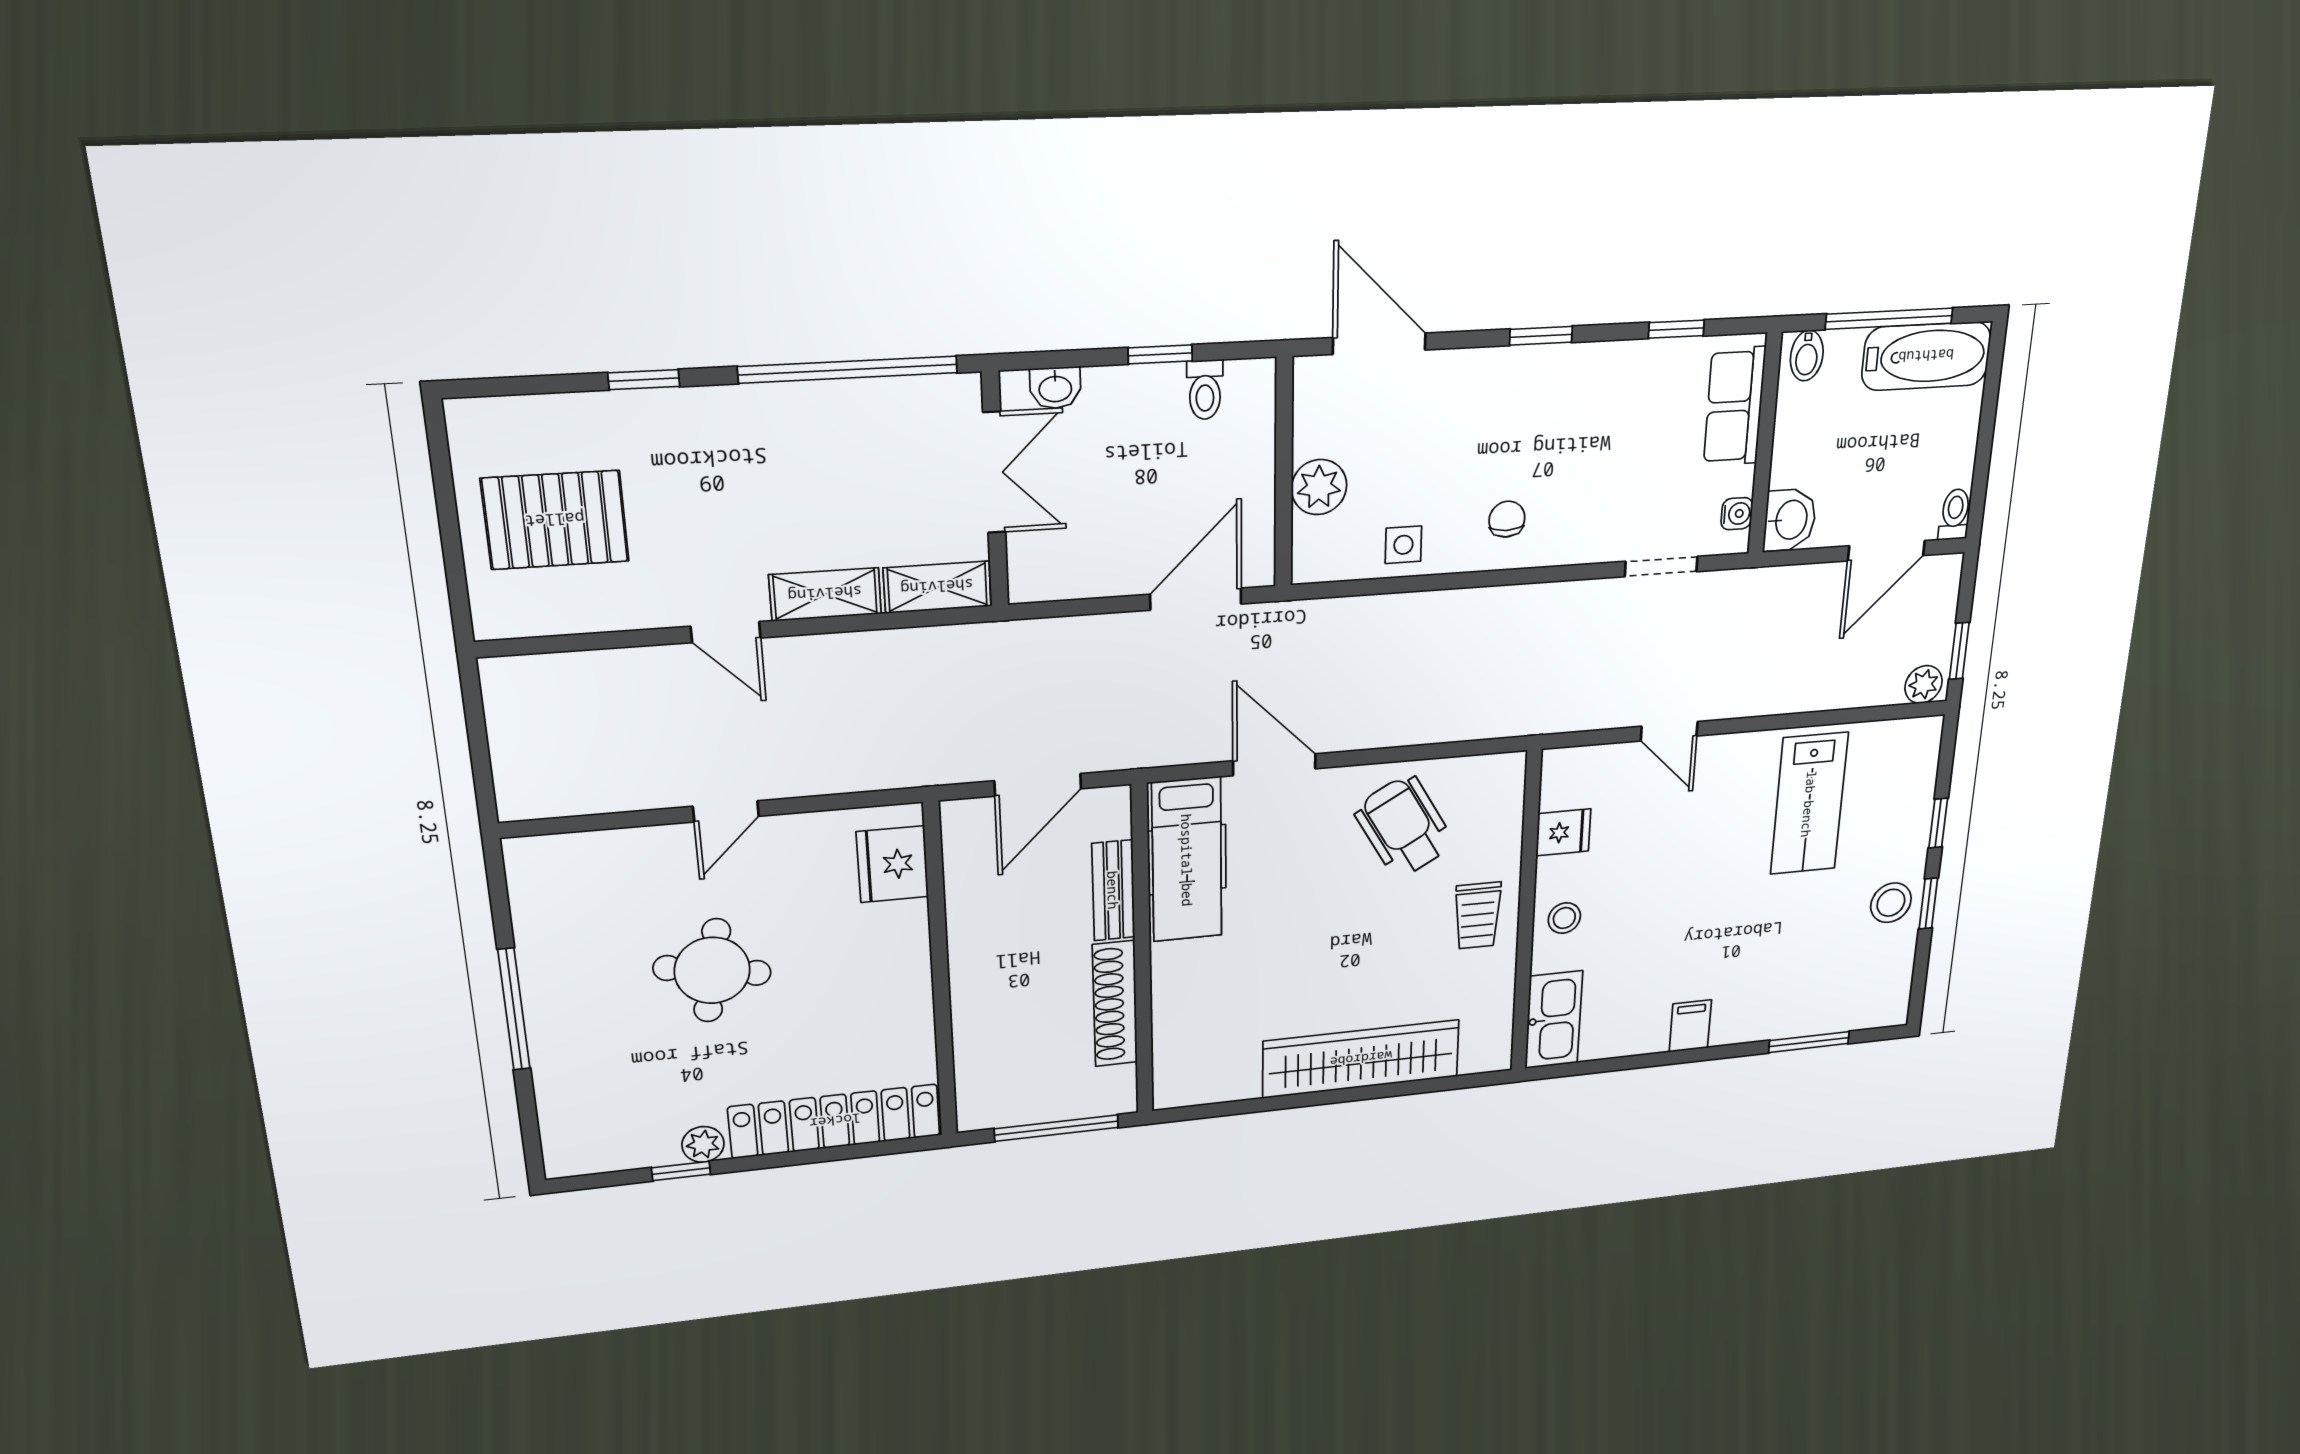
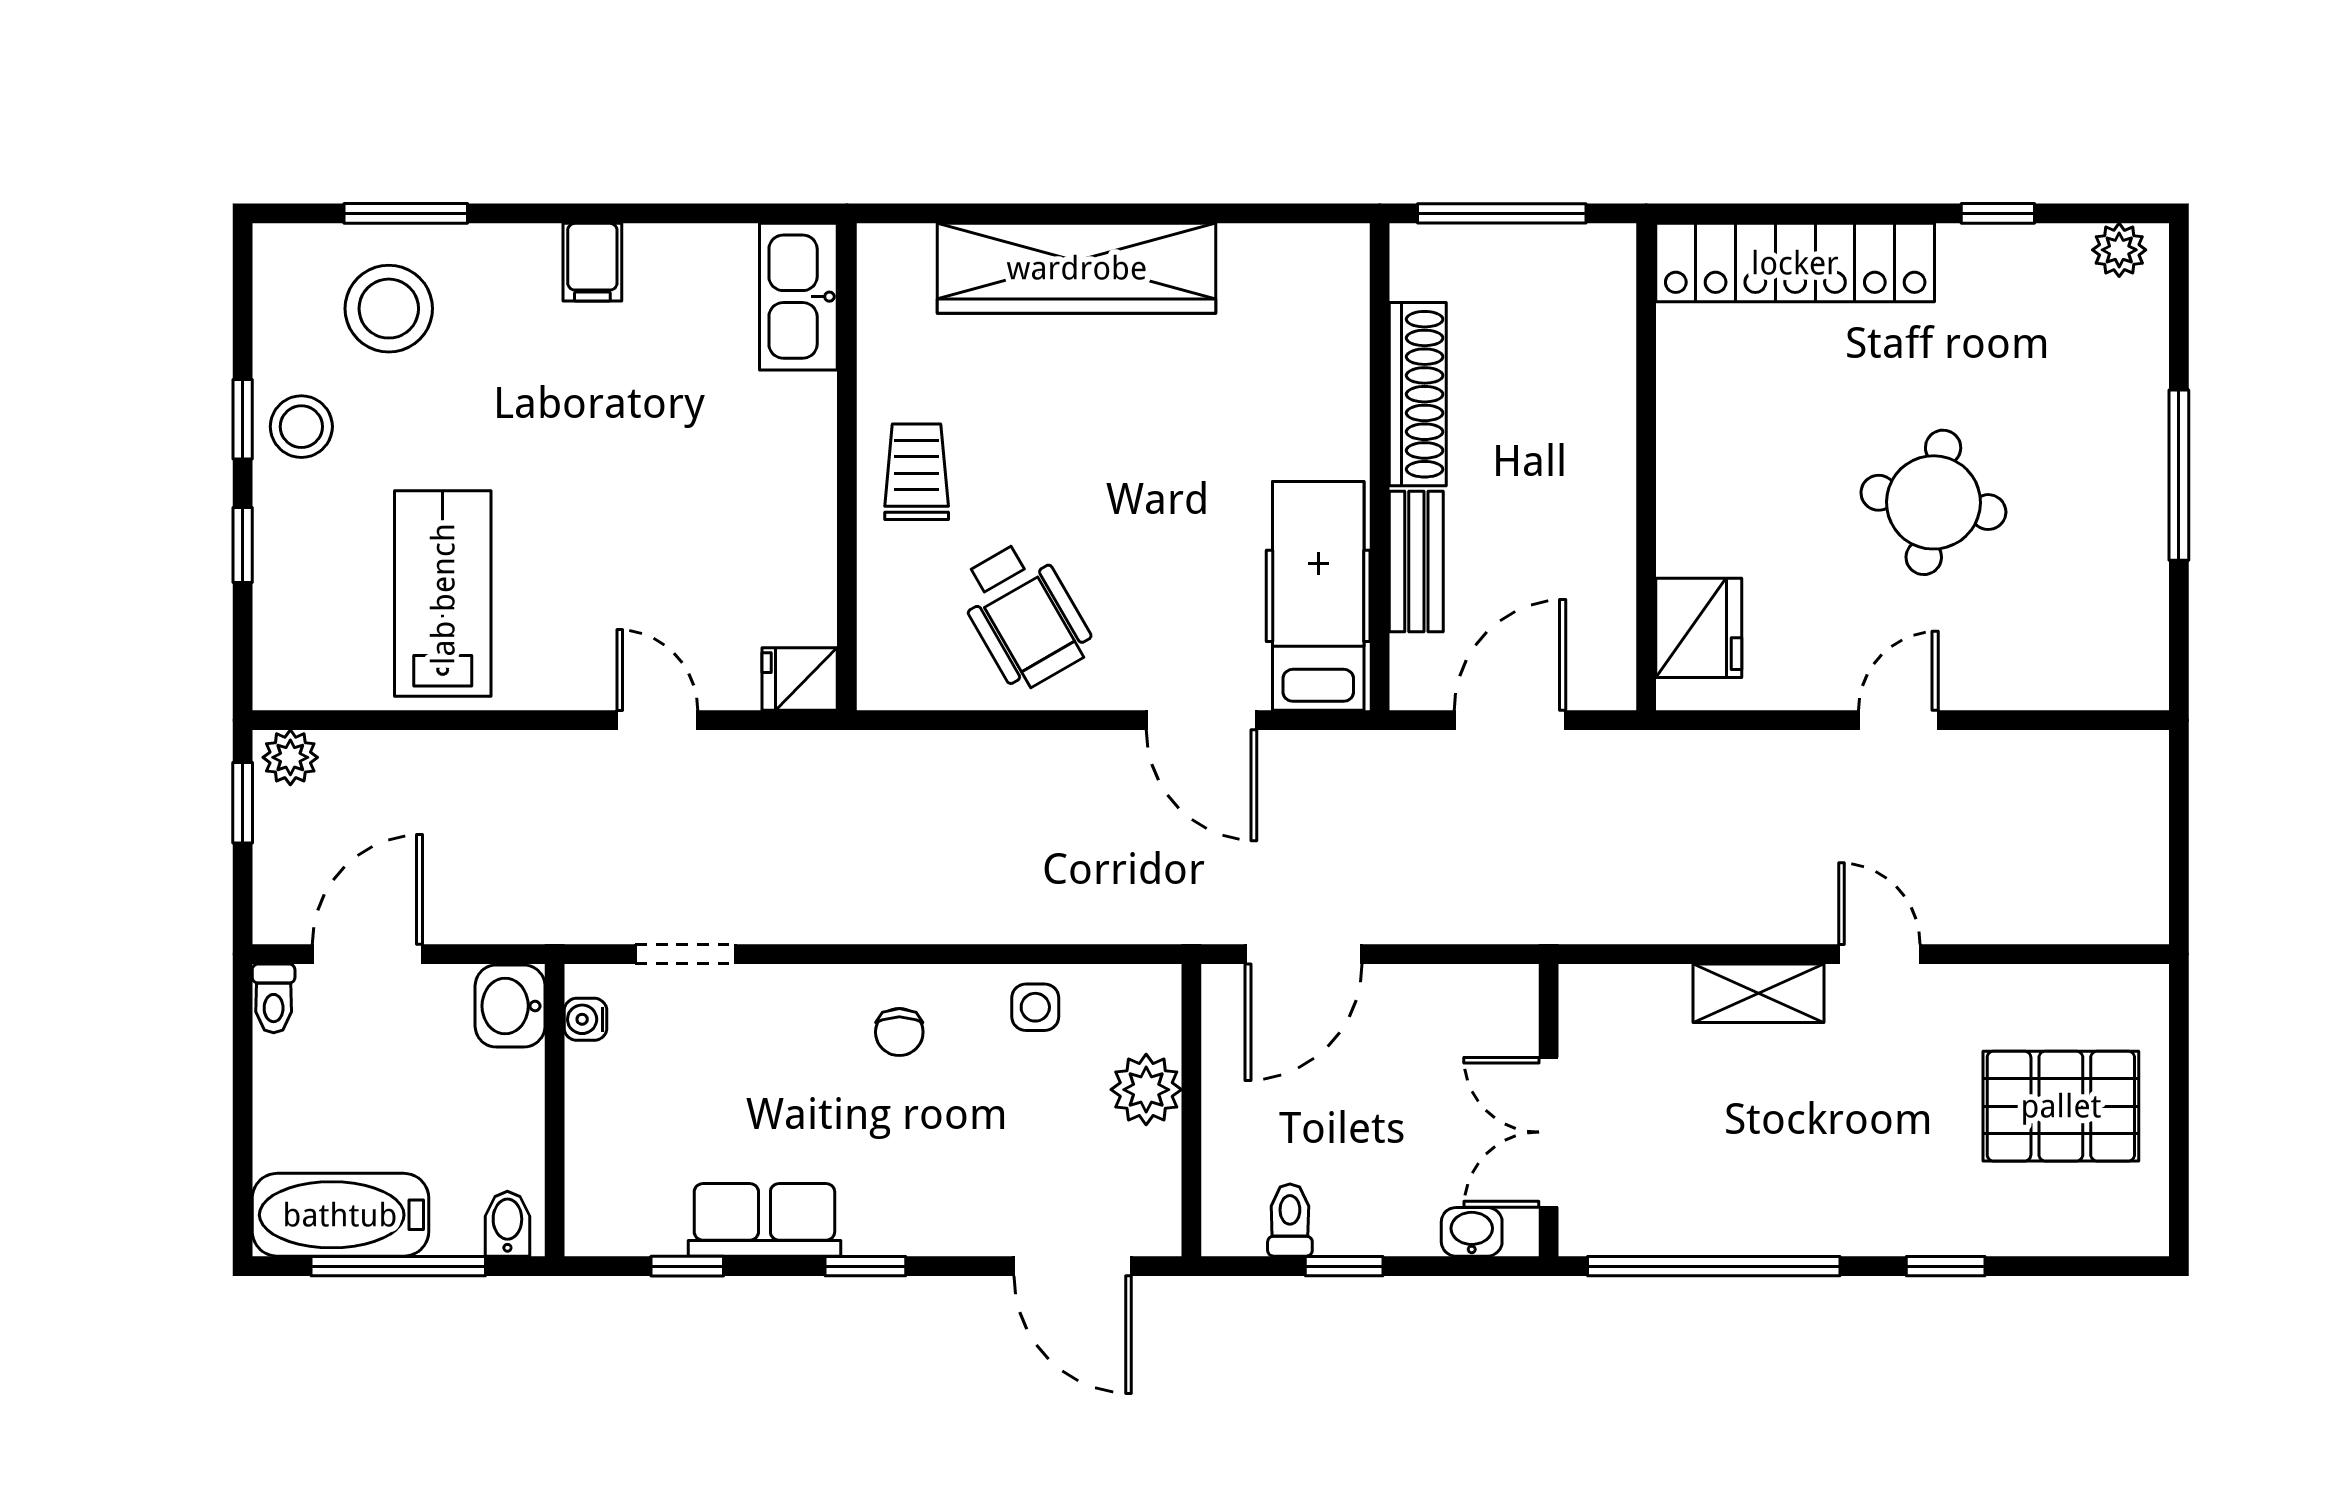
row of seats: (1735, 406) -> (764, 1220), moved, turned -90
shelving: (937, 587) -> (1624, 993), removed
fridge: (1563, 832) -> (800, 679), moved
stool: (1564, 918) -> (389, 309), moved, width x1.89, depth x1.89
plant: (703, 1144) -> (2119, 250), moved

